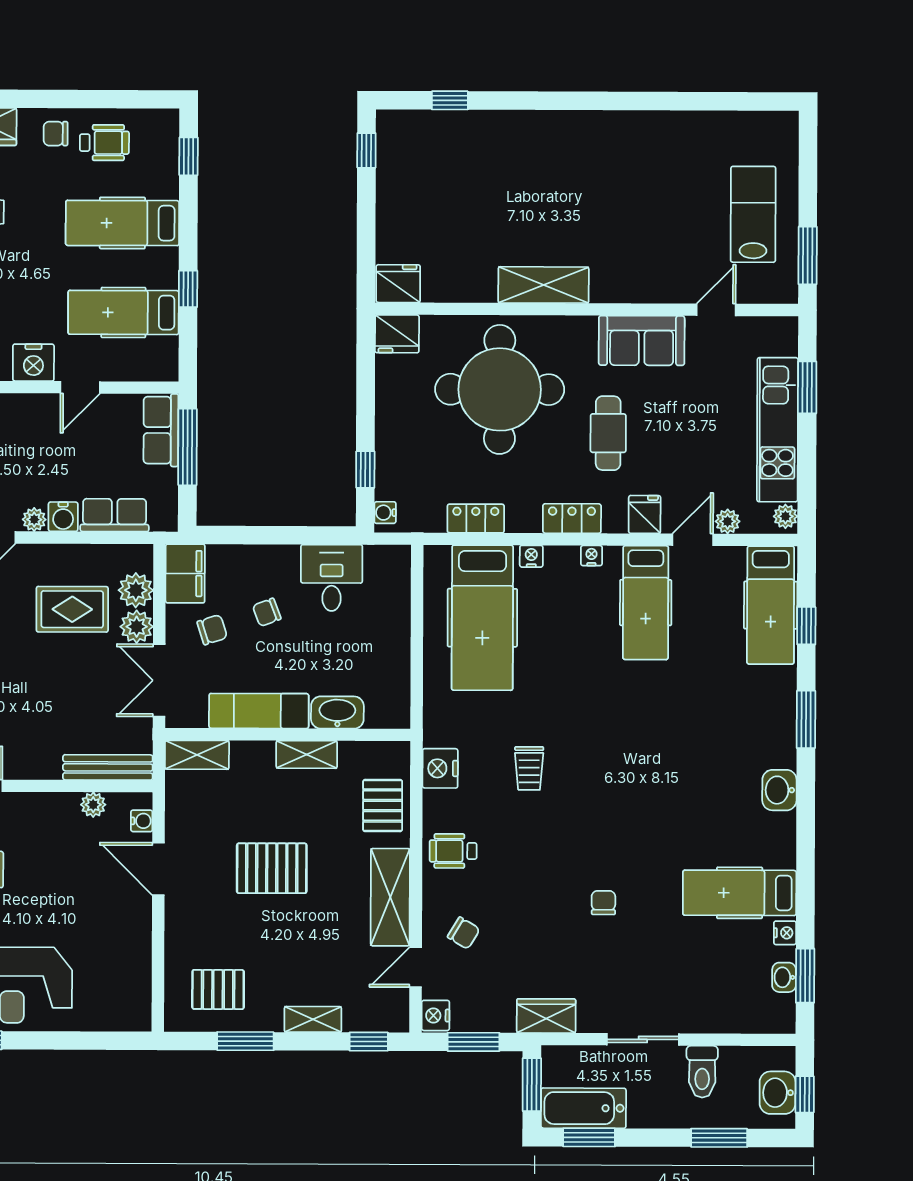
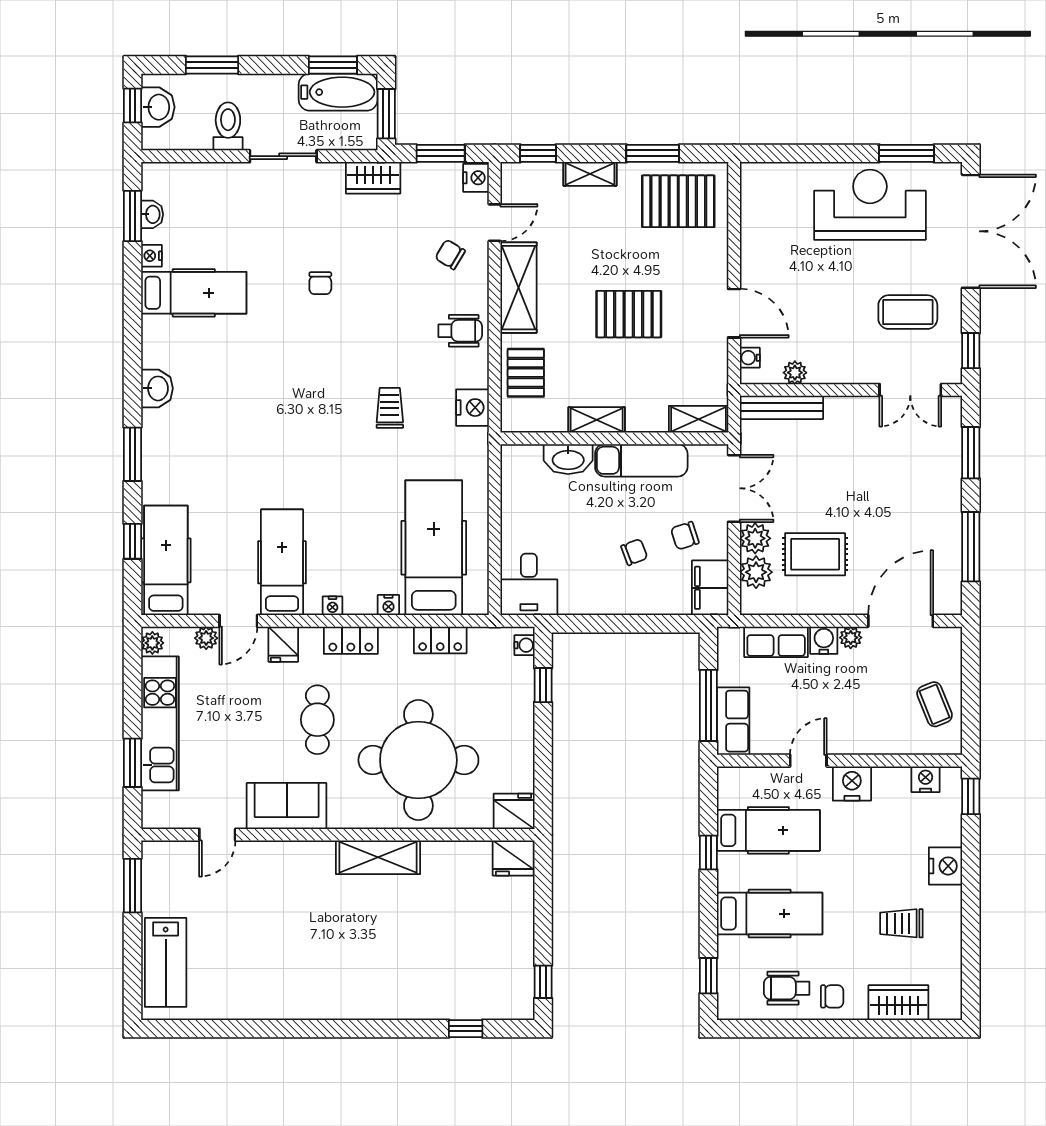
lab bench: (753, 214) -> (166, 962), moved
desk: (332, 578) -> (529, 584), moved
pallet: (218, 989) -> (678, 201), width x1.50, depth x1.42

